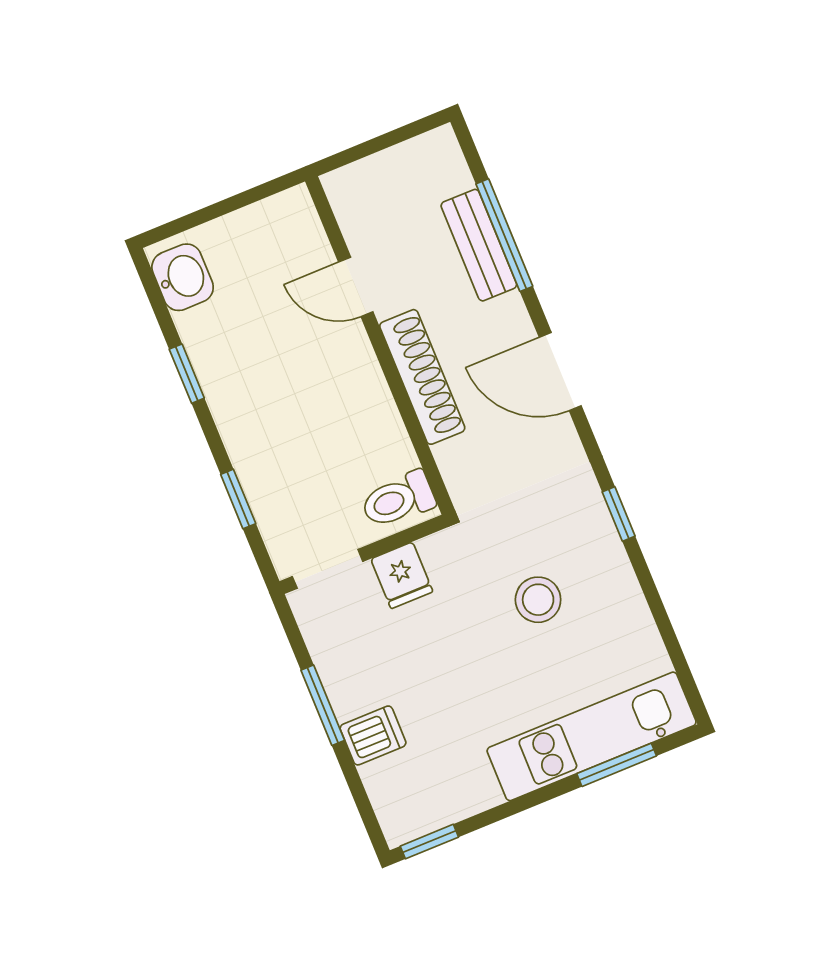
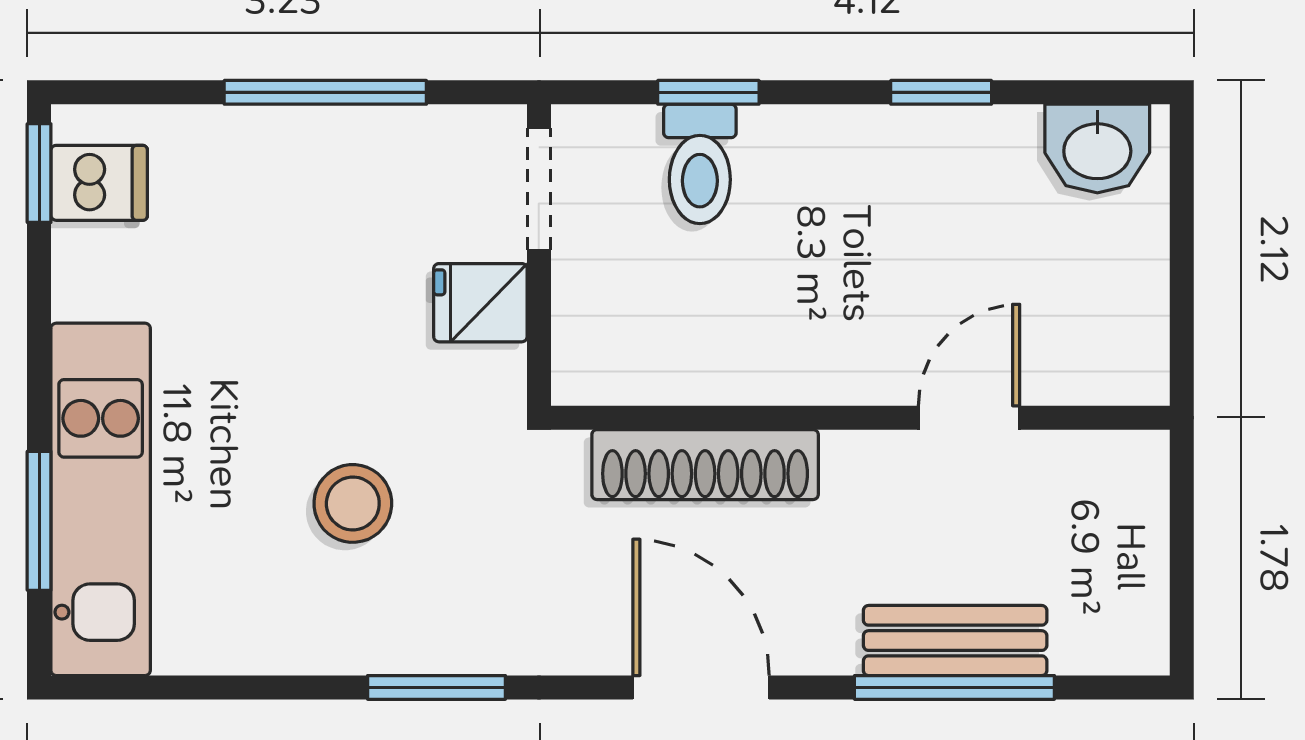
door: (560, 372) -> (701, 687), hinge flipped
shoe rack: (422, 377) -> (705, 465), moved
toilet: (398, 500) -> (700, 164), moved, turned 180
window: (619, 514) -> (437, 687), width x1.50
window: (323, 705) -> (325, 92), width x1.44
dishwasher: (373, 735) -> (99, 183), moved, turned -90

